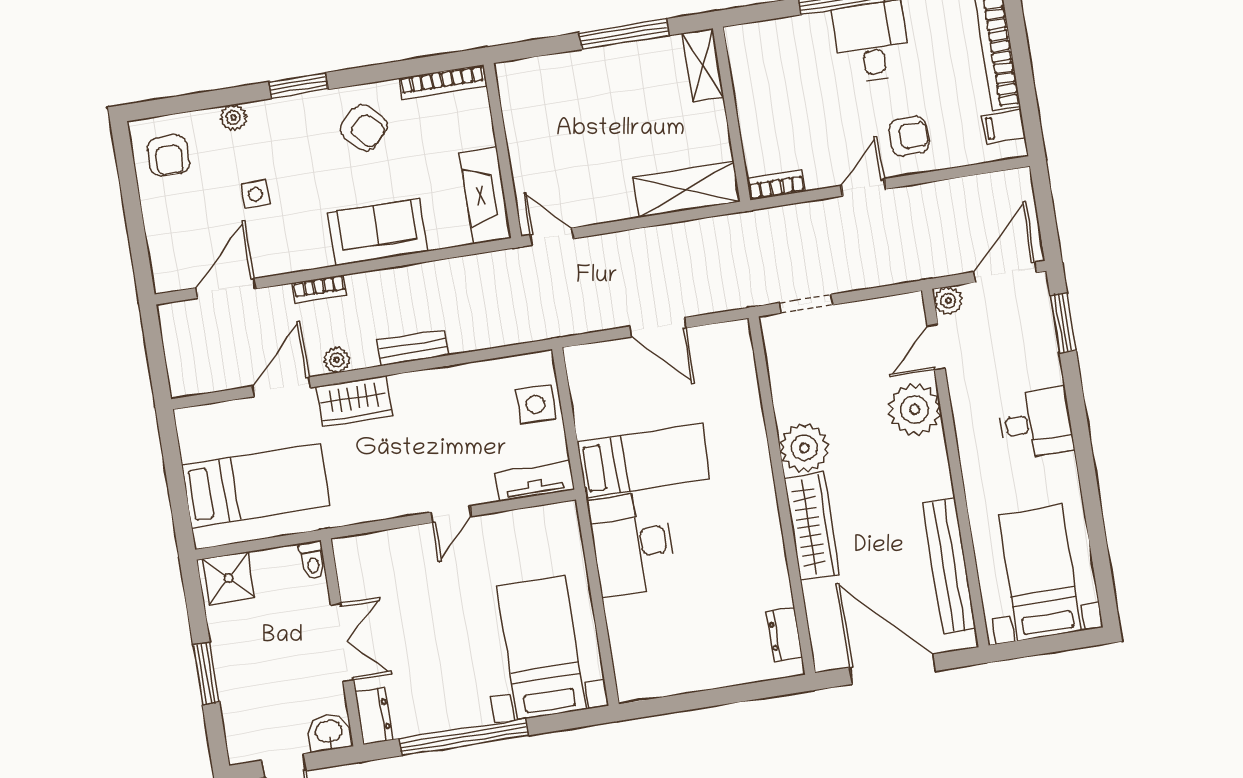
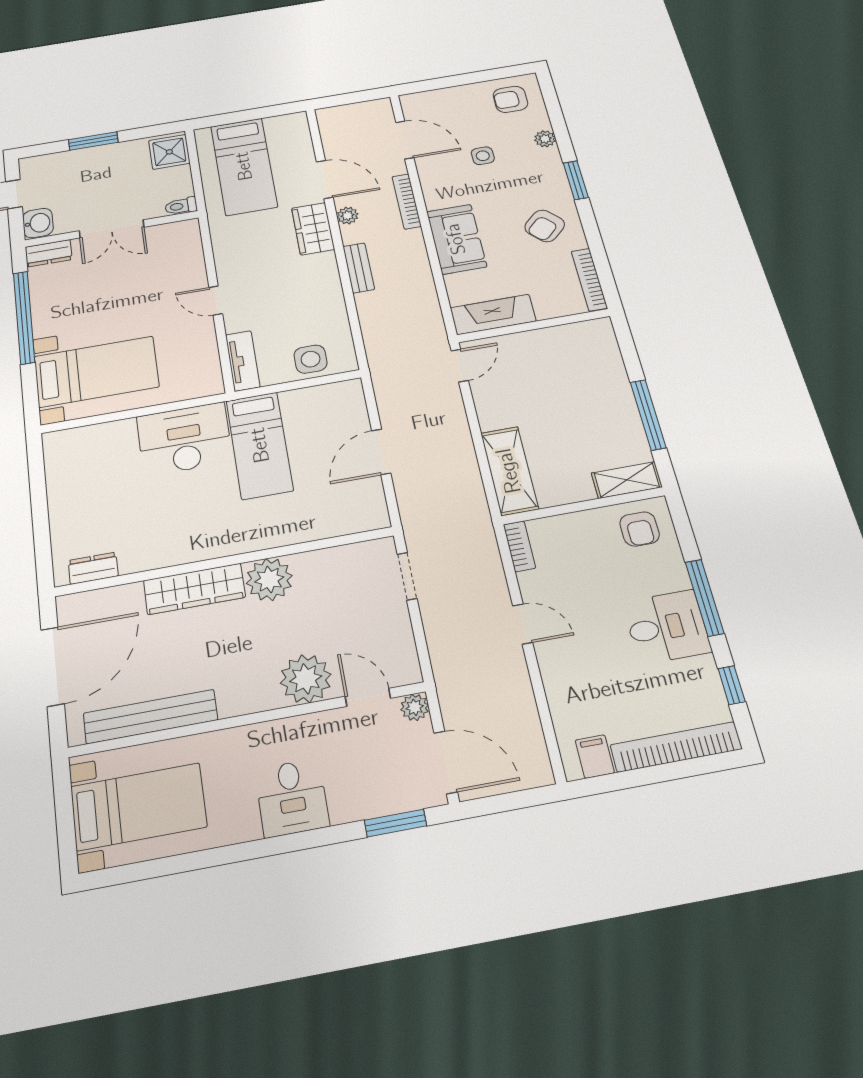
armchair: (909, 136) -> (640, 529), moved
bookcase: (319, 289) -> (407, 201), width x1.56

